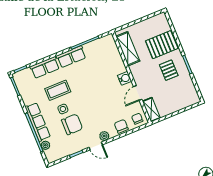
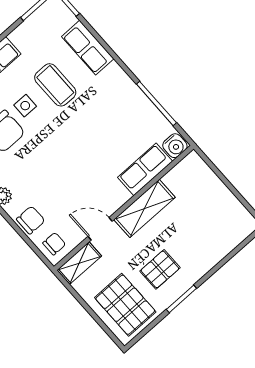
pallet: (162, 45) -> (125, 305), moved
shelving: (128, 49) -> (144, 208), moved
row of seats: (71, 57) -> (145, 169), moved, turned 90
water cooler: (125, 78) -> (175, 146), moved

